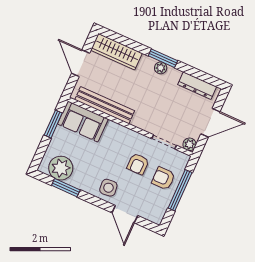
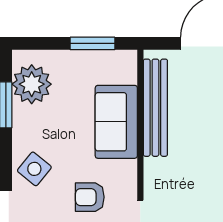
sofa: (83, 121) -> (116, 122), moved
side table: (108, 188) -> (34, 169), turned 45

